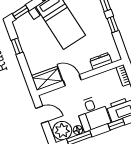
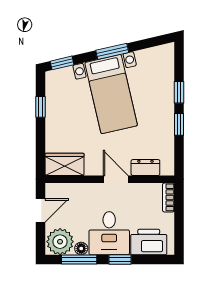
door: (72, 80) -> (116, 179), moved
door: (42, 115) -> (41, 210), hinge flipped
window: (116, 124) -> (120, 260), moved

